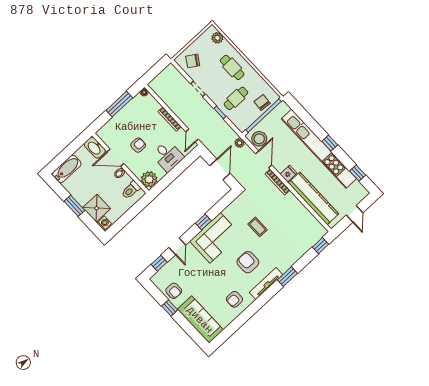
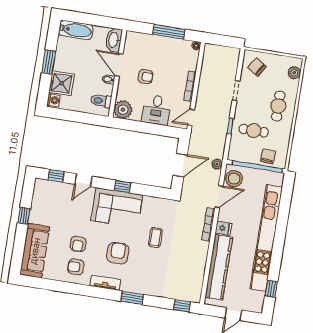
window: (330, 143) -> (279, 244), removed
tv unit: (266, 284) -> (105, 283), width x0.71
armchair: (174, 291) -> (78, 244), moved

